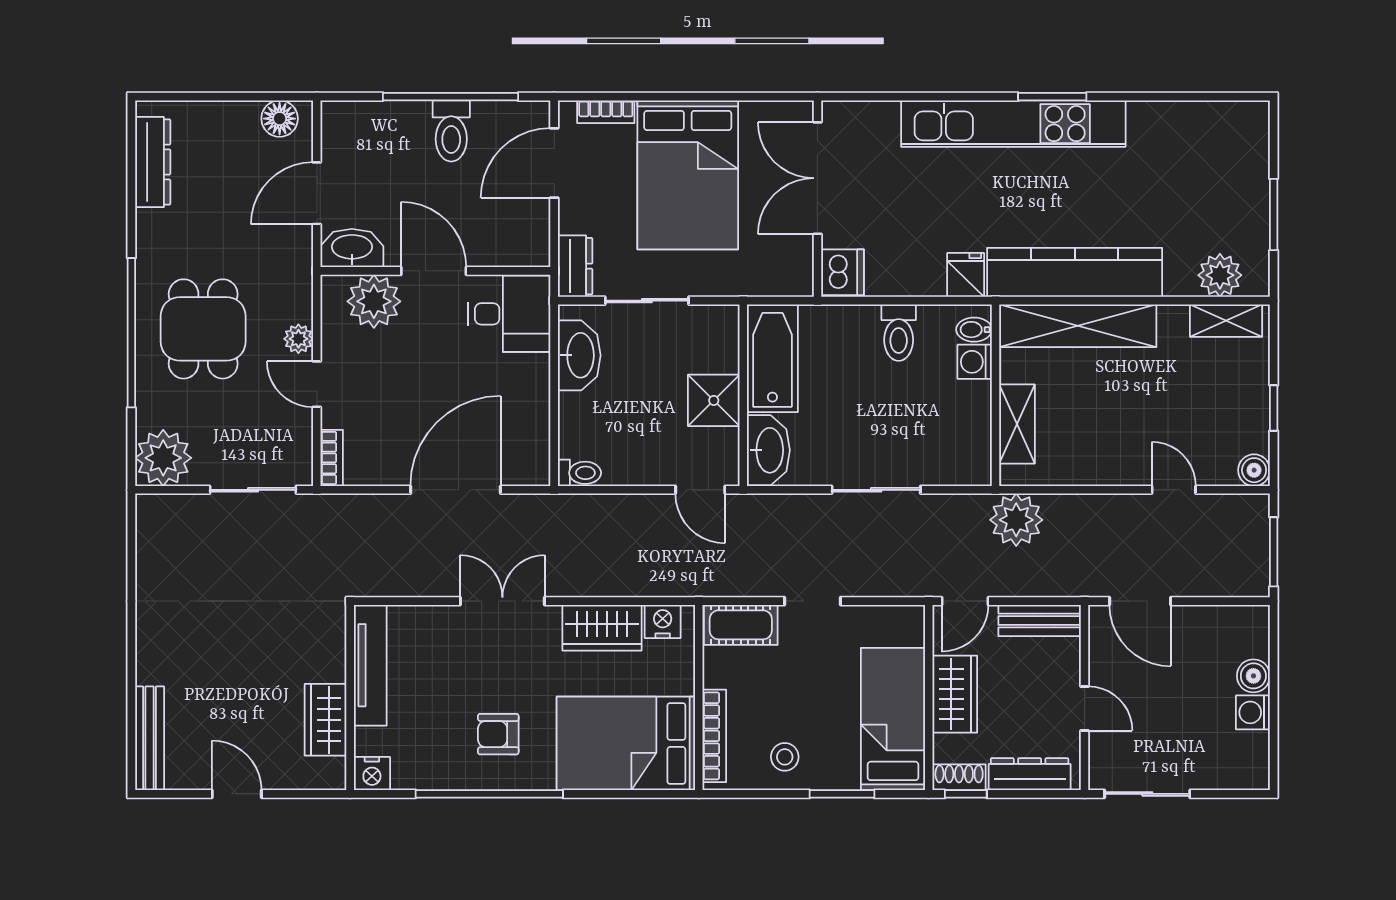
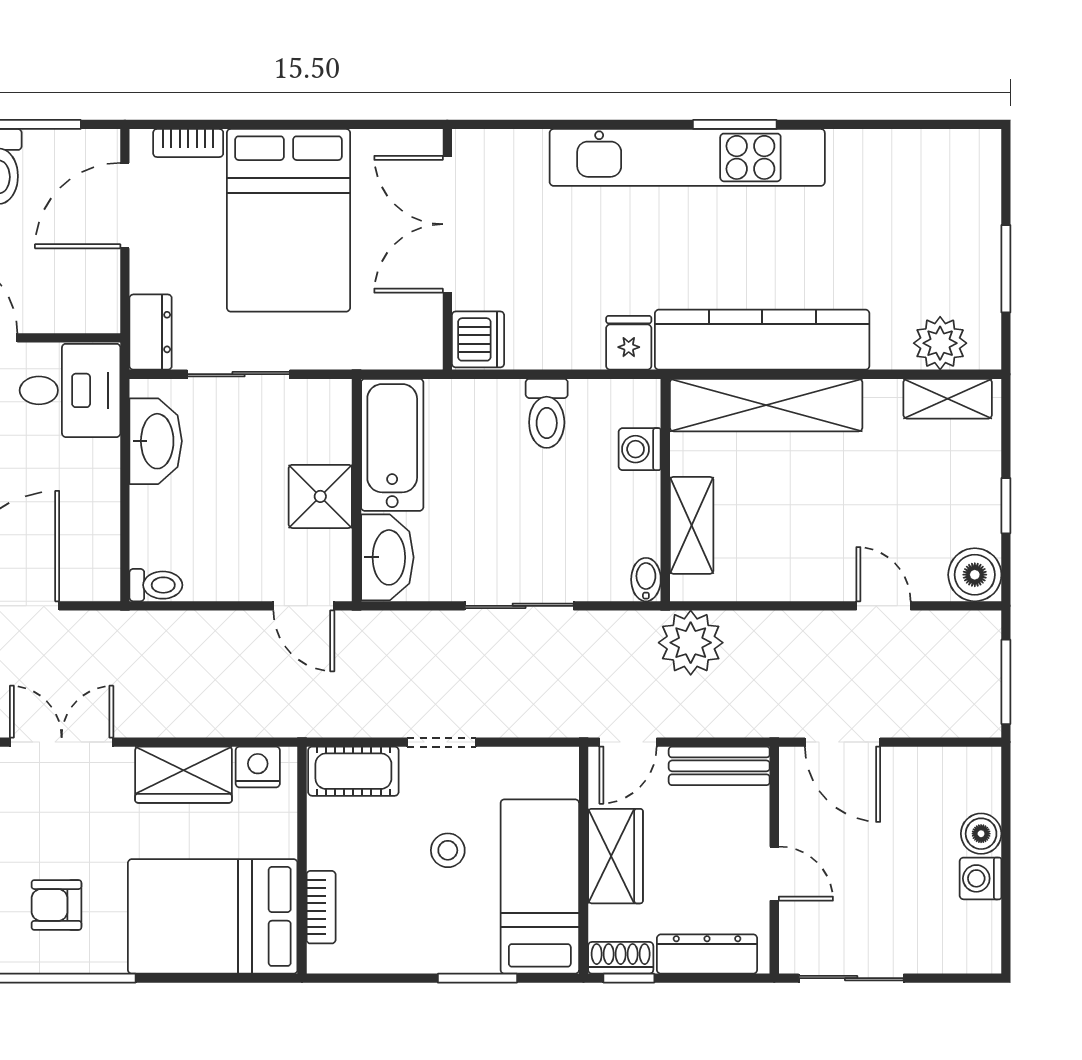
bidet: (974, 330) -> (646, 580), moved, turned 90
boiler: (1254, 470) -> (975, 575), width x1.36, depth x1.36
bookcase: (714, 736) -> (321, 907), width x0.64
stool: (785, 757) -> (448, 850), moved

